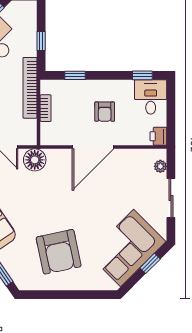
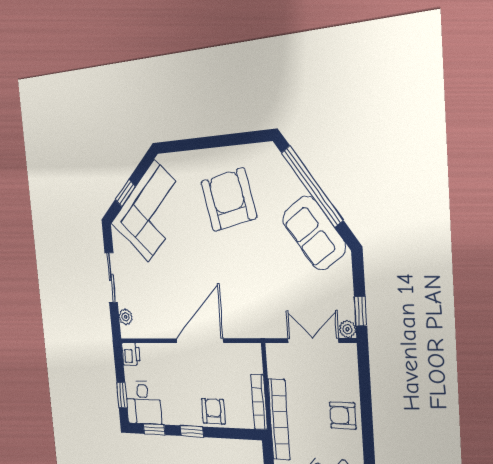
window: (75, 75) -> (192, 431), moved
window: (171, 103) -> (122, 395), added
bookcase: (46, 108) -> (259, 402), width x1.56
armchair: (105, 112) -> (213, 411), moved
floor lamp: (35, 160) -> (266, 323), removed

